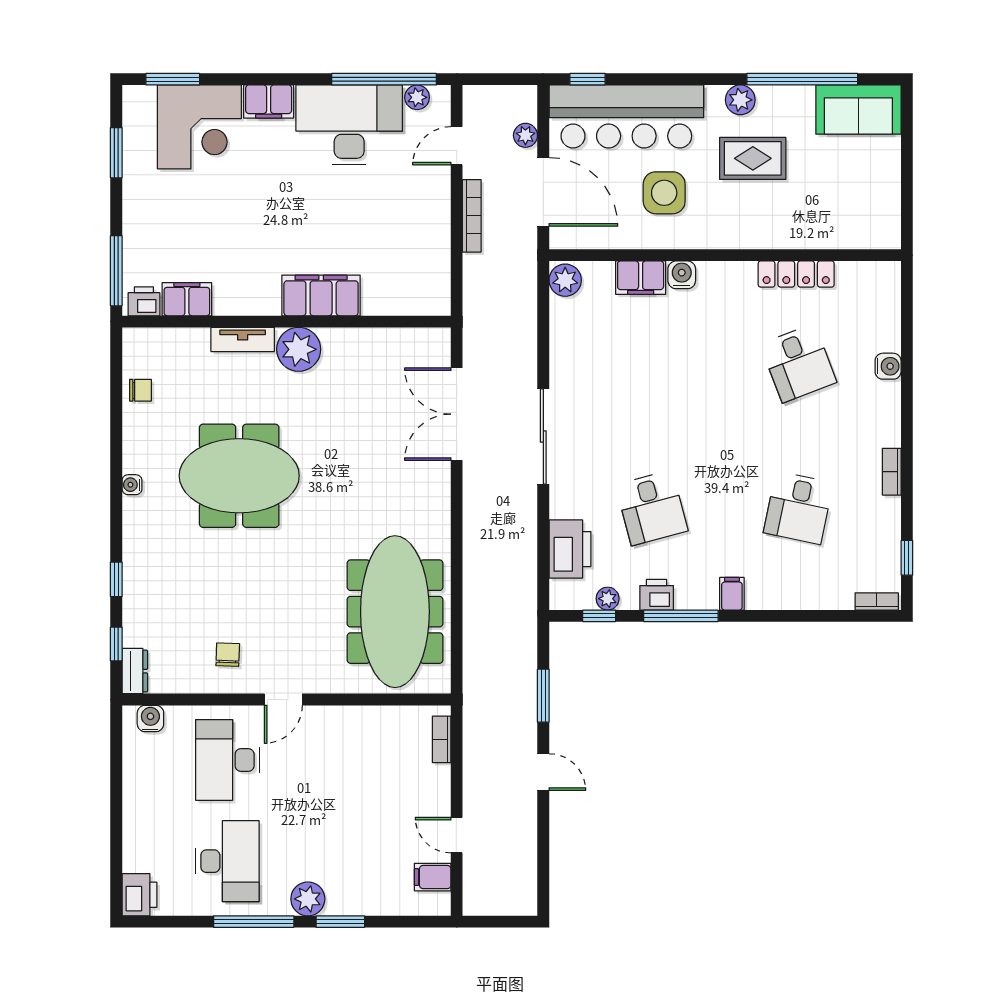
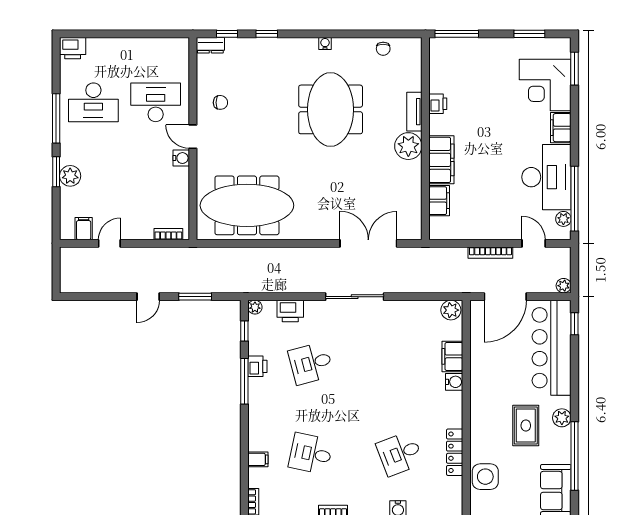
plant: (525, 135) -> (564, 286), moved
side table: (664, 193) -> (485, 477), moved
filing cabinet: (187, 299) -> (439, 201), moved
printer: (144, 301) -> (438, 104), moved
printer: (570, 549) -> (290, 311), width x0.73, depth x0.84
filing cabinet: (732, 594) -> (258, 459), moved
plant: (608, 599) -> (255, 307), moved
water cooler: (150, 718) -> (181, 158), moved
plant: (308, 899) -> (70, 176), moved

